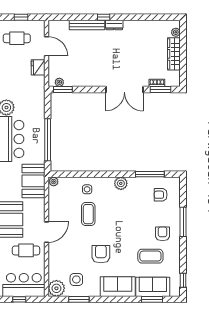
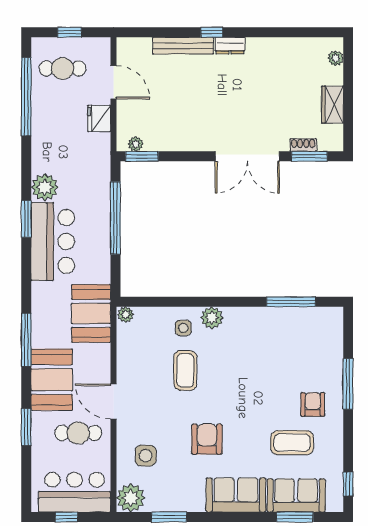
wardrobe: (174, 54) -> (332, 105), width x0.67
window: (48, 140) -> (115, 218), moved
plant: (121, 183) -> (212, 318), moved
armchair: (161, 195) -> (310, 337), removed
door: (46, 232) -> (113, 401), swing flipped
side table: (76, 279) -> (146, 456), moved

